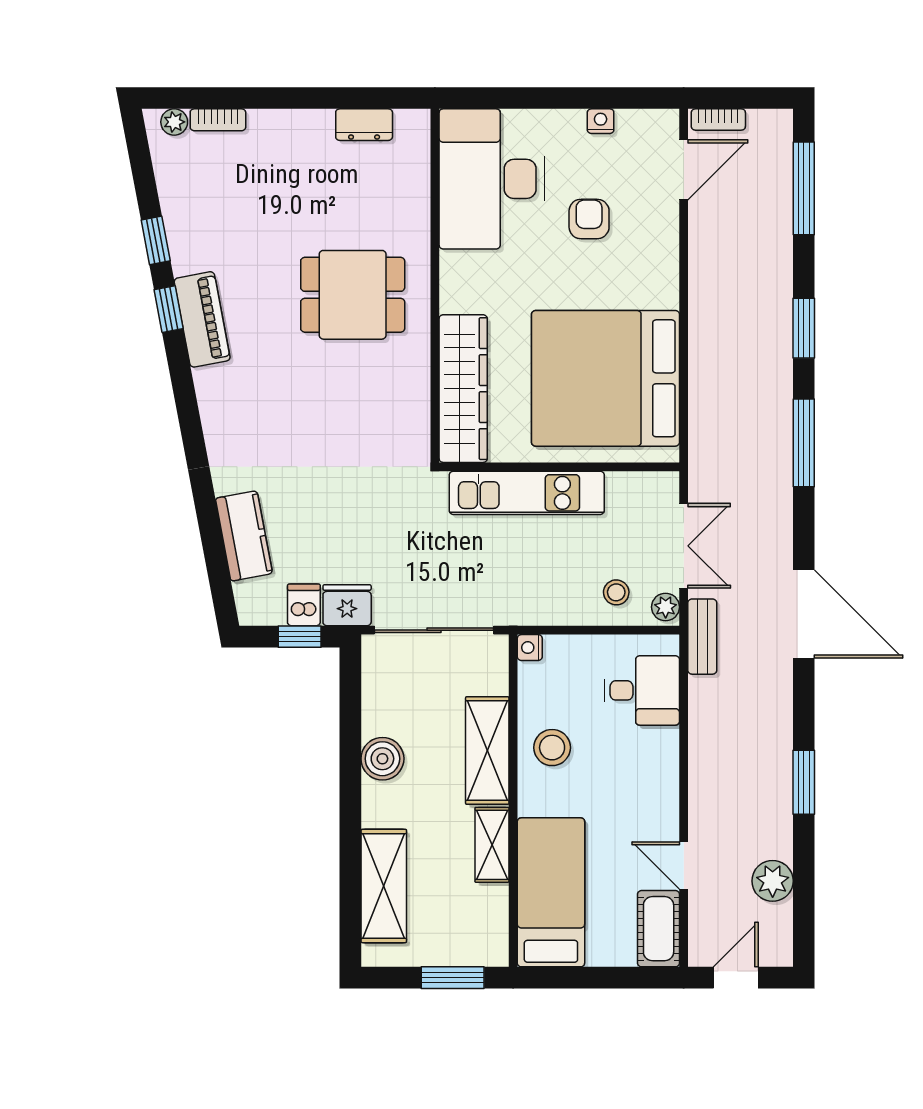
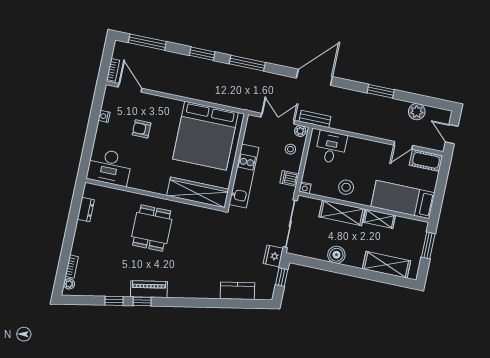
desk: (492, 179) -> (109, 167), width x0.73, depth x0.77
dishwasher: (304, 605) -> (289, 178), moved

